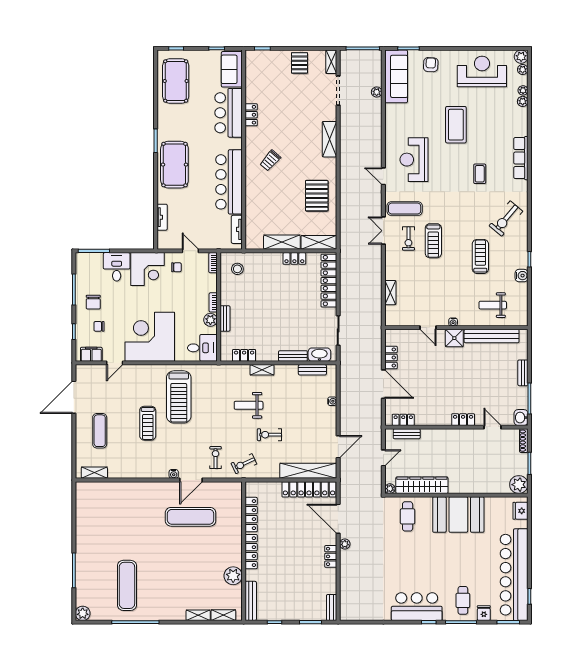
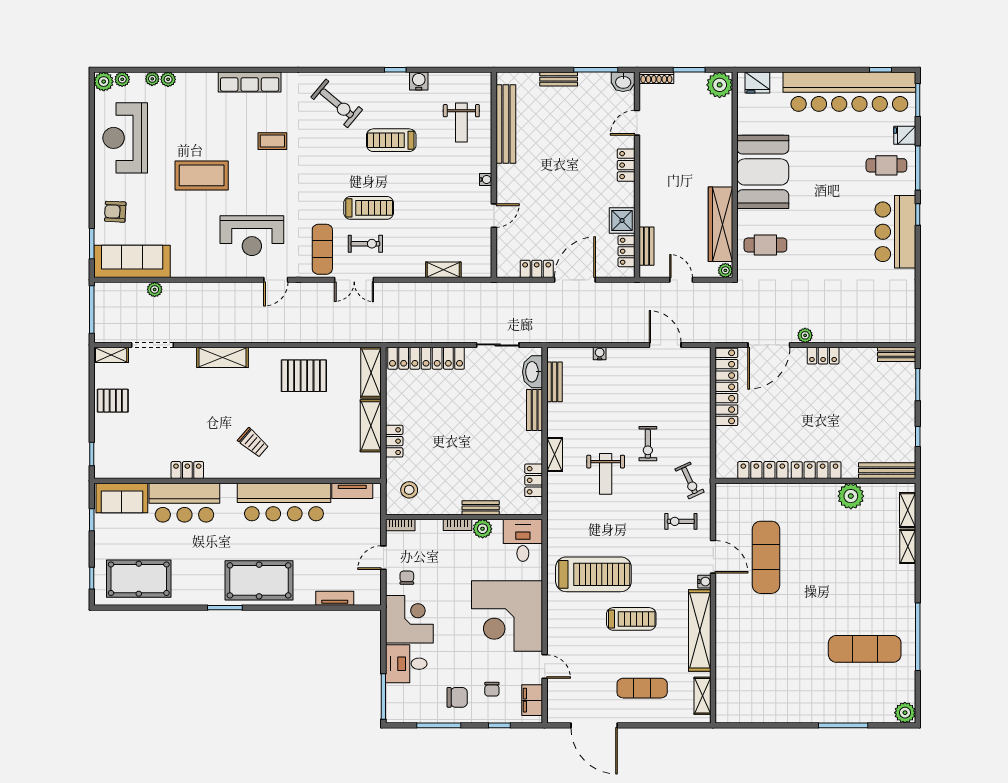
locker: (294, 258) -> (394, 441), moved
shower: (454, 338) -> (622, 221), moved
shelving: (308, 471) -> (700, 630), moved

